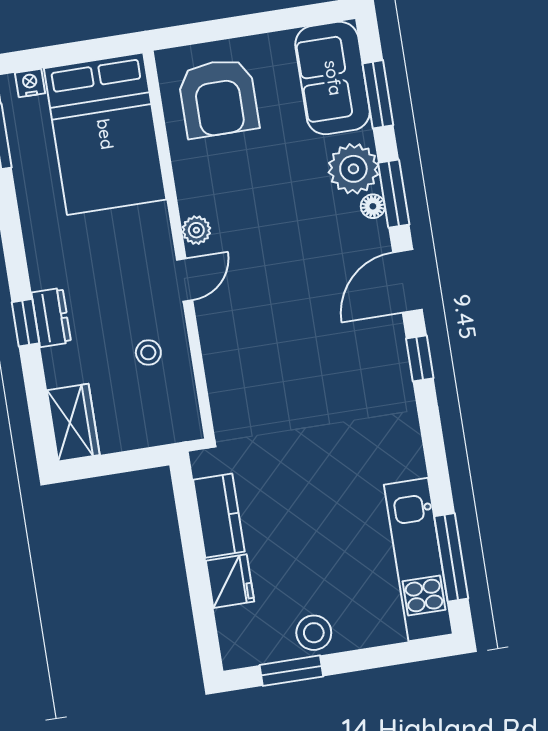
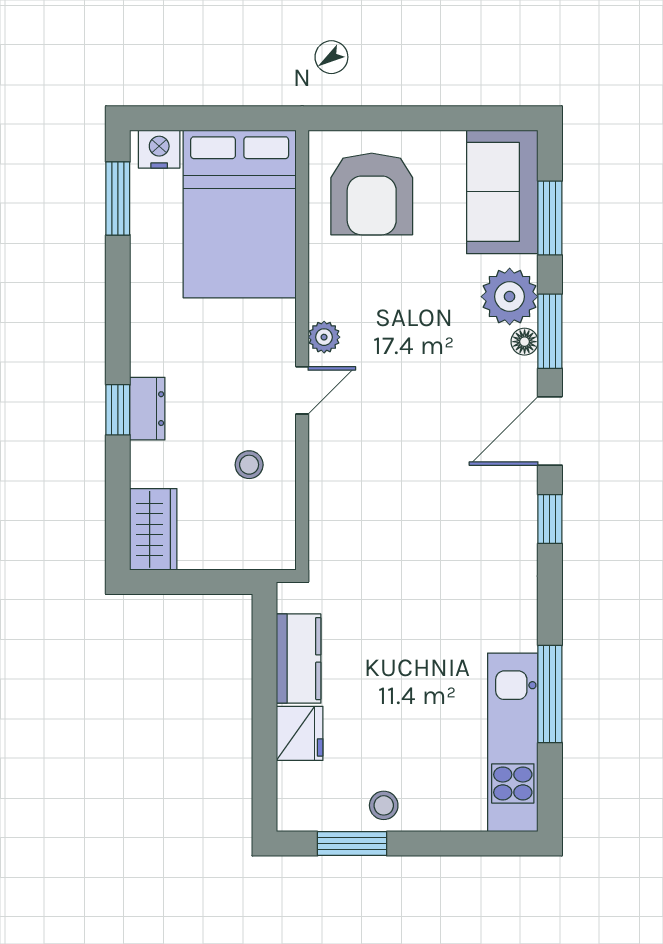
nightstand: (30, 83) -> (159, 149), width x1.39, depth x1.35
window: (451, 557) -> (550, 694), moved
stool: (314, 633) -> (384, 805), width x0.73, depth x0.73

